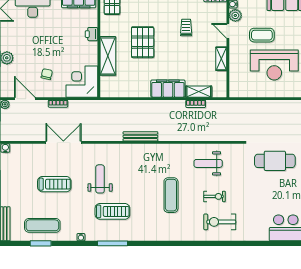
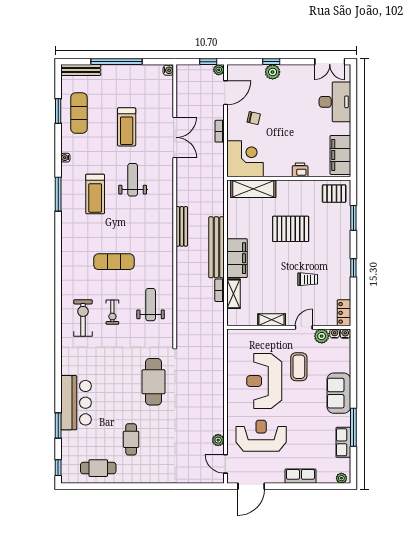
shelving: (108, 56) -> (253, 189), moved
bench: (158, 106) -> (216, 247), added
weight bench: (100, 179) -> (133, 180), turned -90

